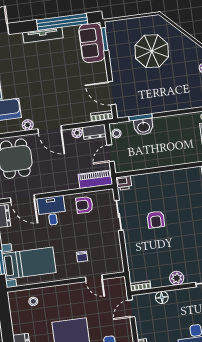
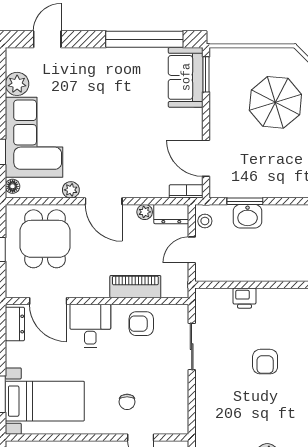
tv unit: (43, 35) -> (112, 56), removed
piano: (95, 179) -> (135, 287), moved
printer: (124, 183) -> (245, 298), moved
armchair: (156, 220) -> (265, 362), moved

